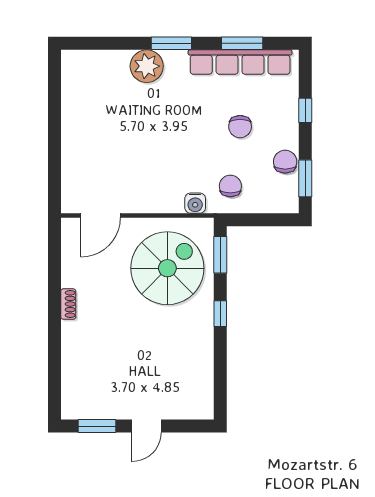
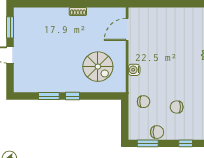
water cooler: (195, 203) -> (134, 70), moved
door: (101, 216) -> (127, 29), hinge flipped
window: (220, 255) -> (49, 96), moved
spiral stairs: (167, 268) -> (98, 67), width x0.73, depth x0.73

